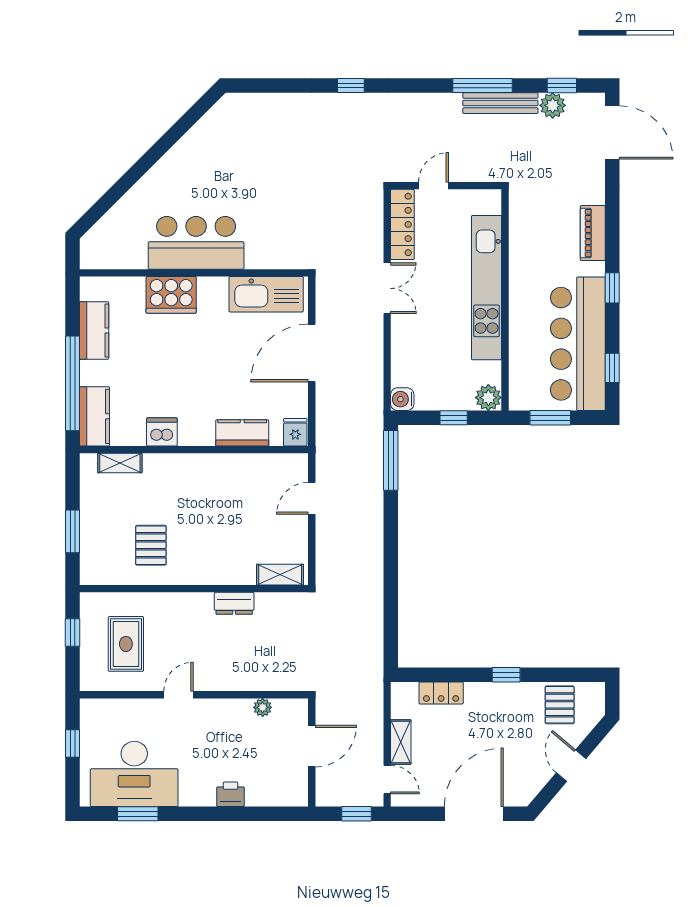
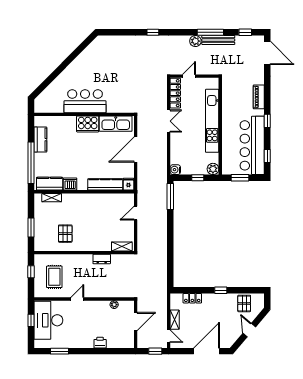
plant: (553, 105) -> (195, 41), moved
cooker: (171, 295) -> (88, 124), moved
kitchen counter: (94, 416) -> (50, 184), moved, turned -90
kitchen counter: (242, 433) -> (105, 184), width x1.50
desk: (134, 774) -> (48, 320), moved, turned 90

